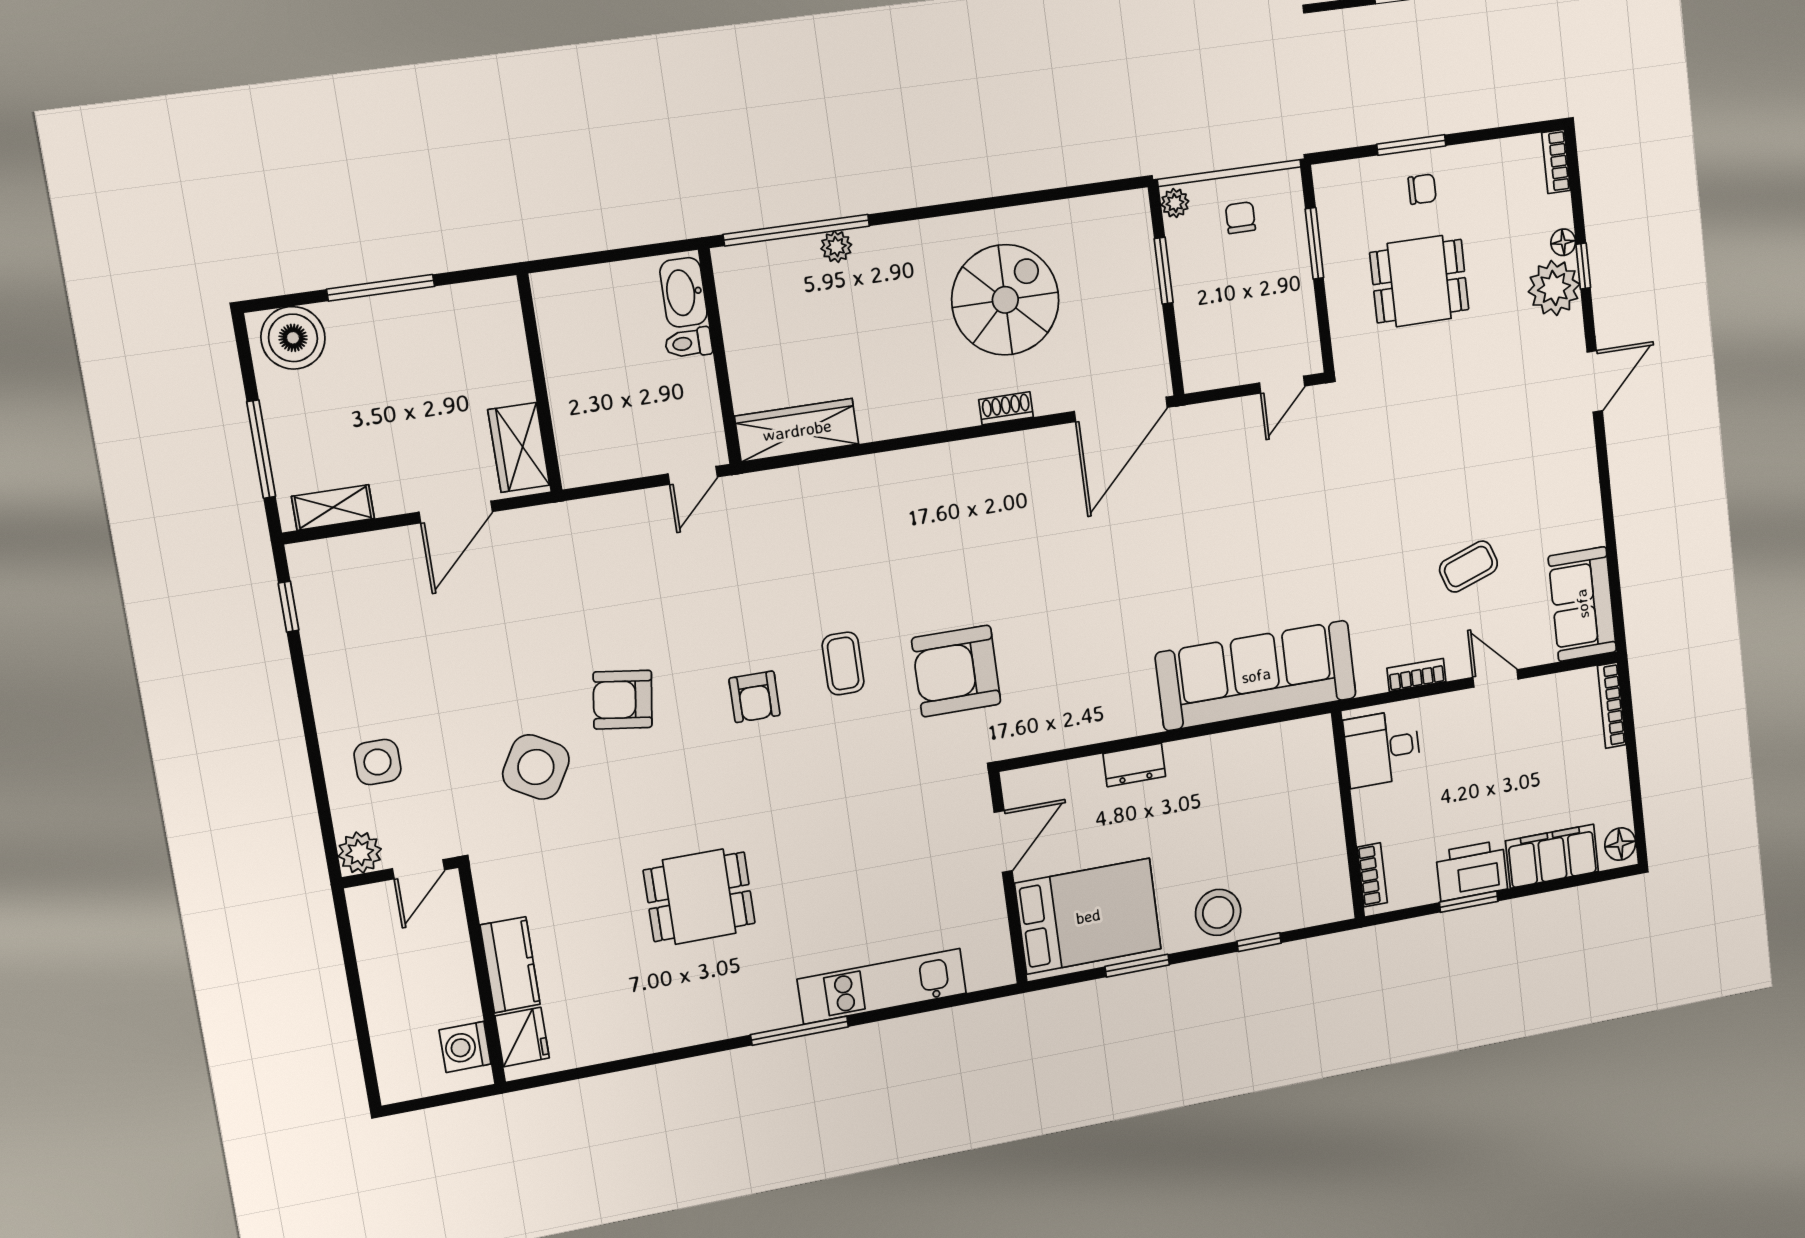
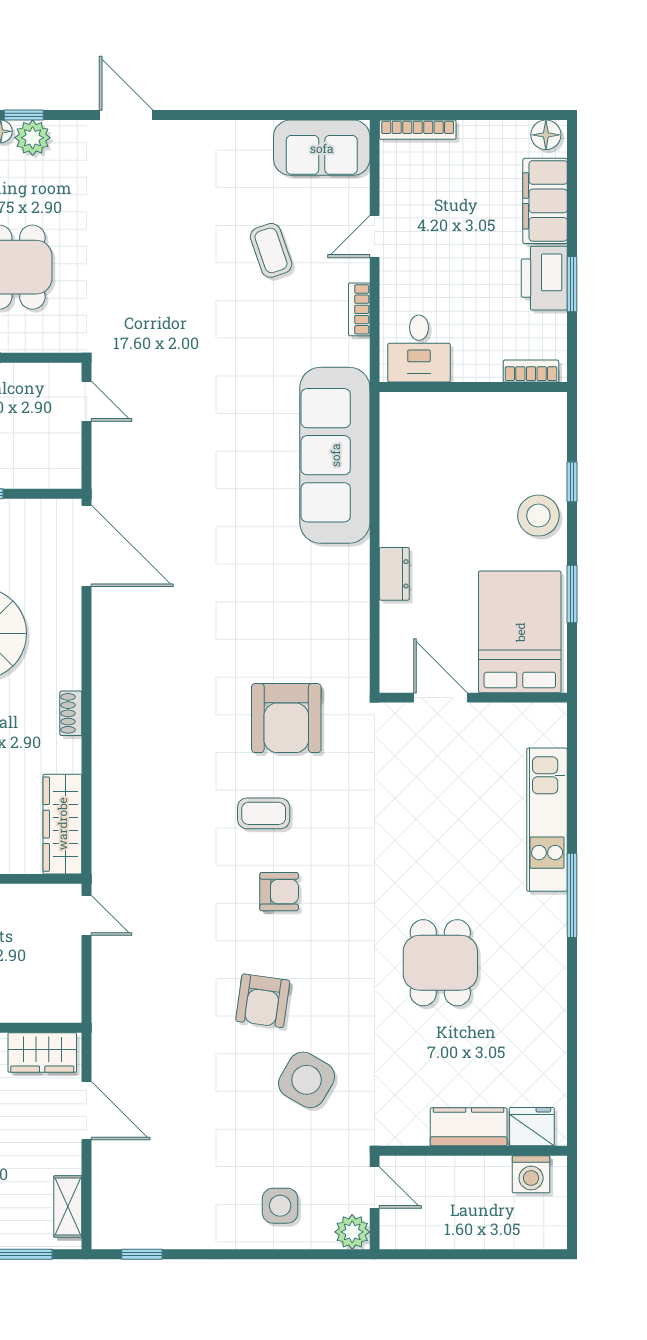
plant: (1554, 288) -> (33, 138), width x0.73, depth x0.73
shoe rack: (1006, 408) -> (71, 713), moved

